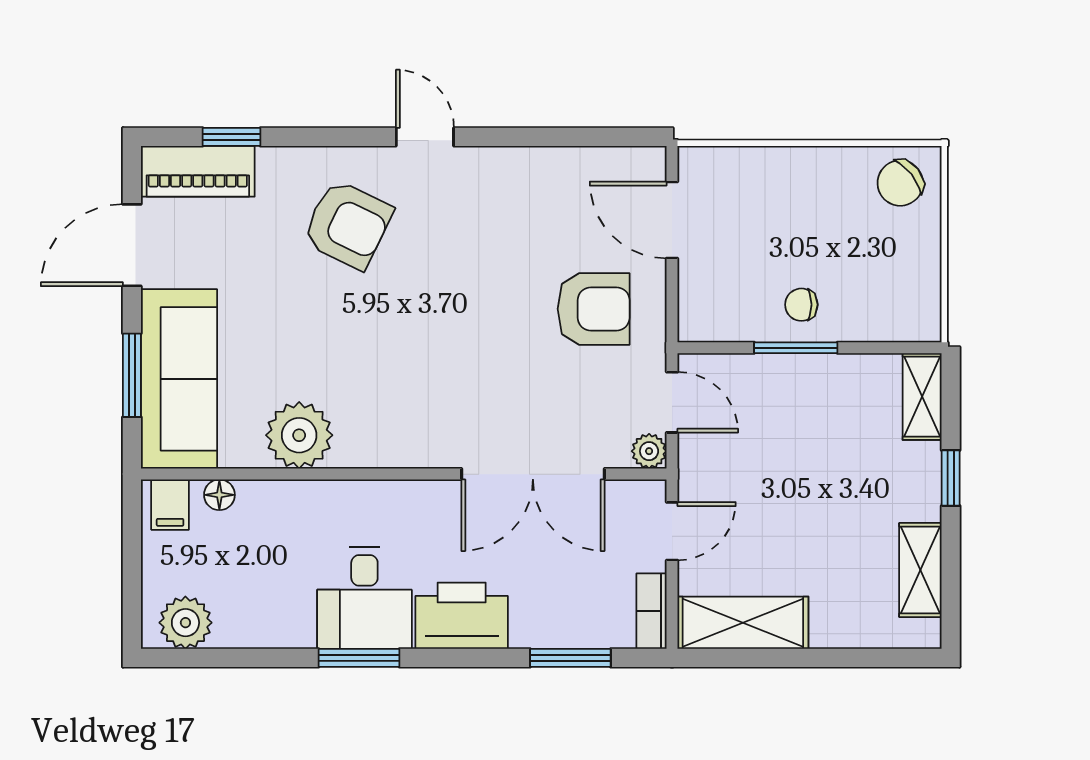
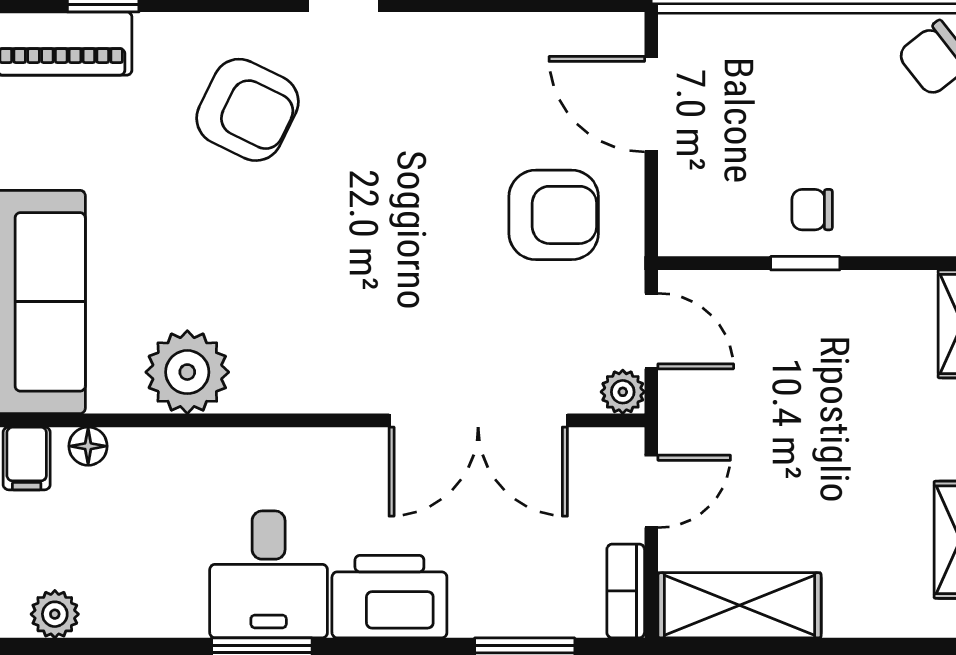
window: (796, 348) -> (805, 263), width x0.67
plant: (185, 623) -> (55, 614), width x0.73, depth x0.73

